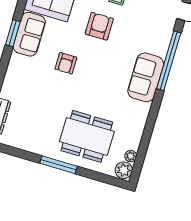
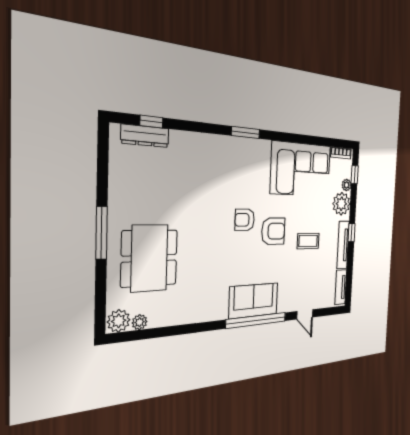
sofa: (29, 34) -> (249, 153), removed
armchair: (66, 63) -> (245, 220), moved
sofa: (146, 77) -> (254, 301), moved

